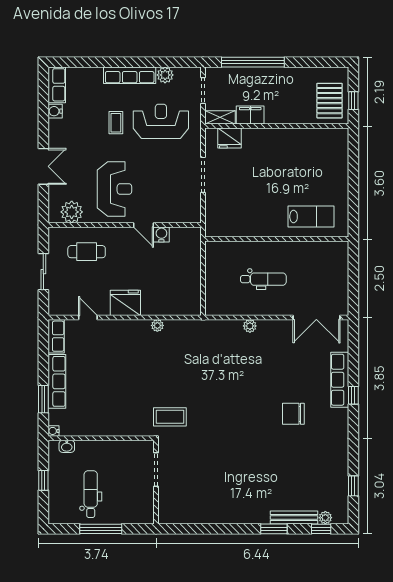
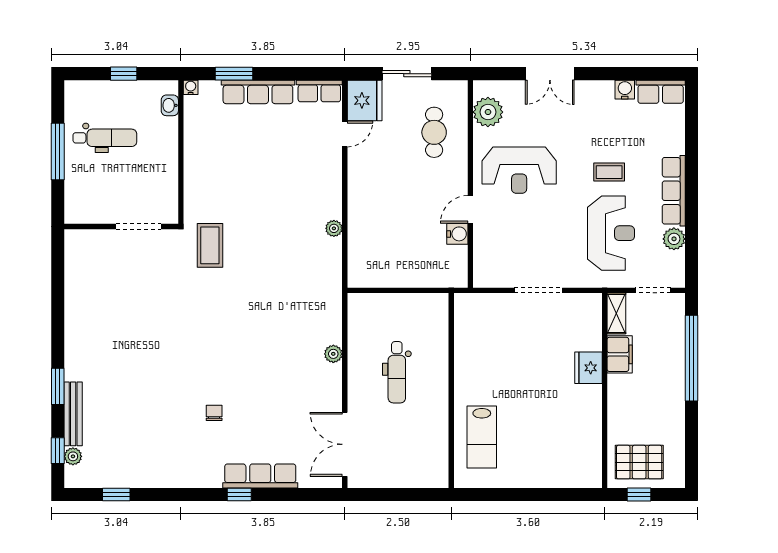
fridge: (229, 138) -> (588, 368), moved
fridge: (125, 303) -> (365, 100), moved
chair: (293, 414) -> (214, 413), width x0.54, depth x0.54

